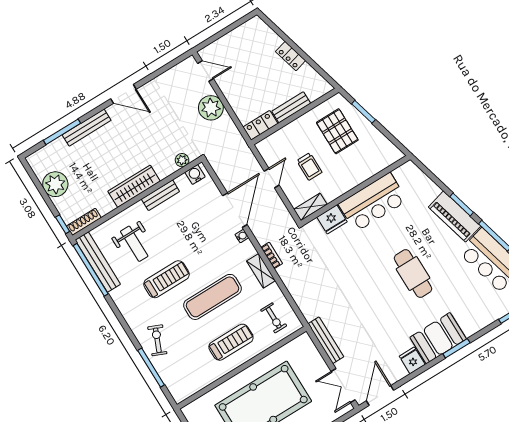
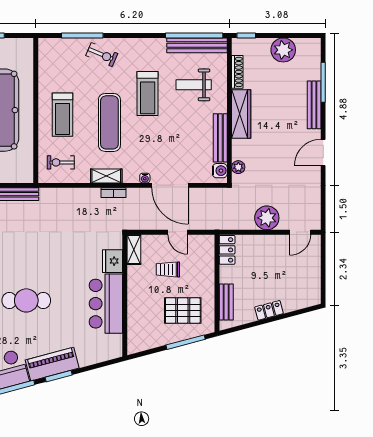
bench: (291, 107) -> (226, 302), moved
window: (363, 112) -> (186, 342), width x1.44
bench: (160, 195) -> (220, 138), width x1.36
shoe rack: (84, 222) -> (237, 72), moved

